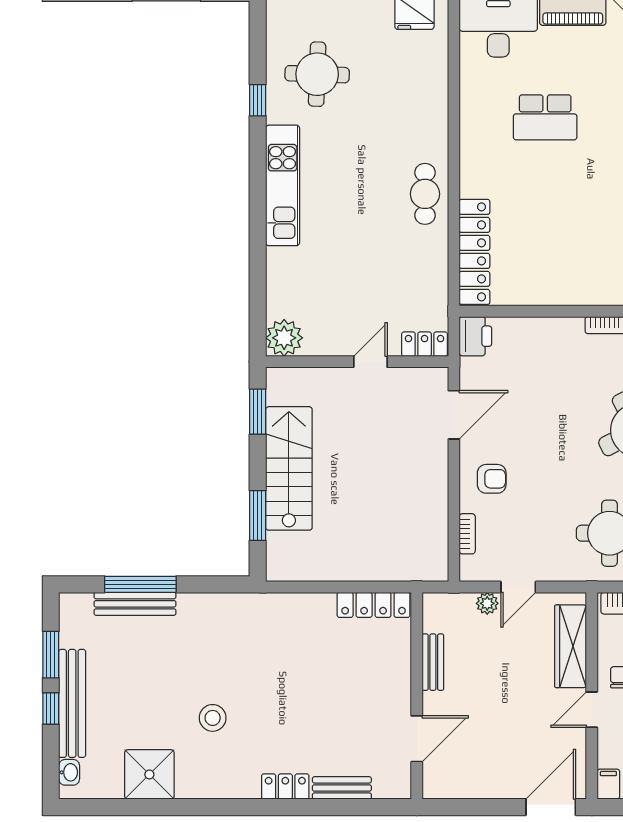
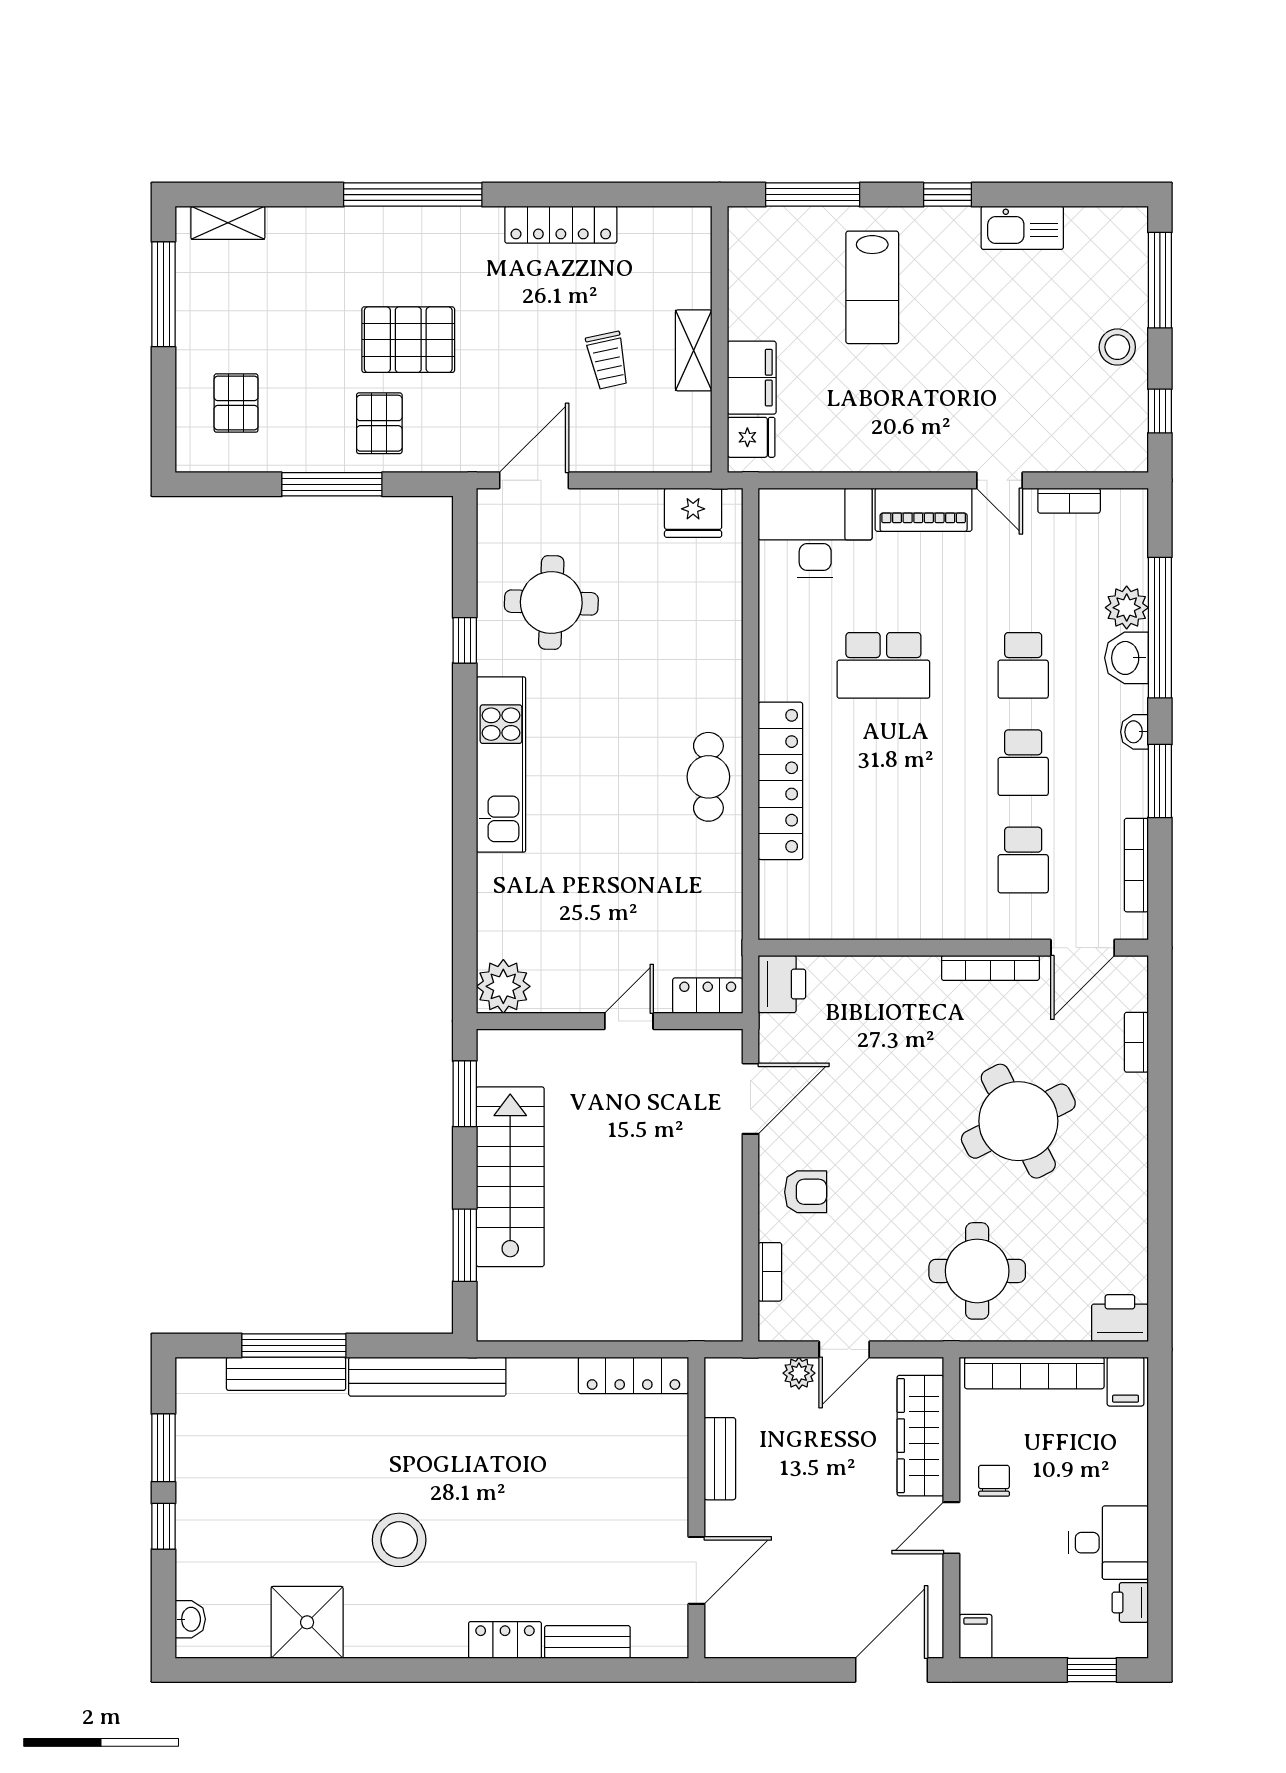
locker: (474, 252) -> (780, 781), moved
bench: (72, 703) -> (427, 1377), moved, turned 90
stool: (213, 718) -> (399, 1540), width x1.38, depth x1.38

